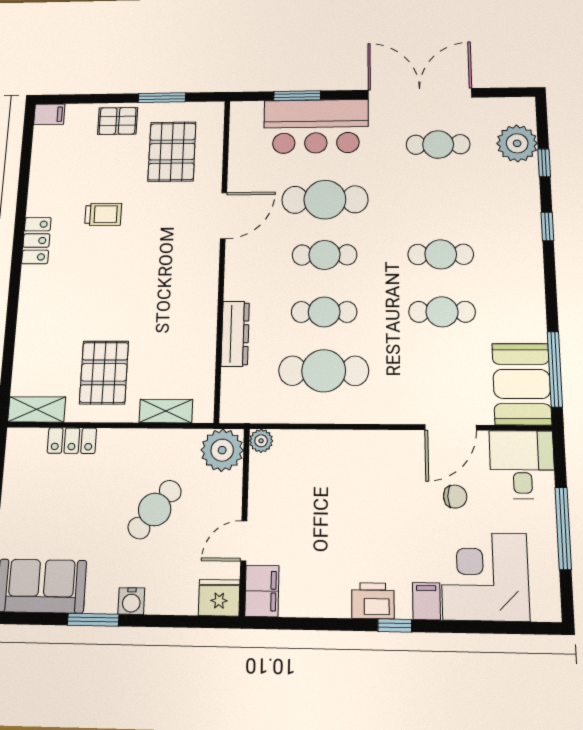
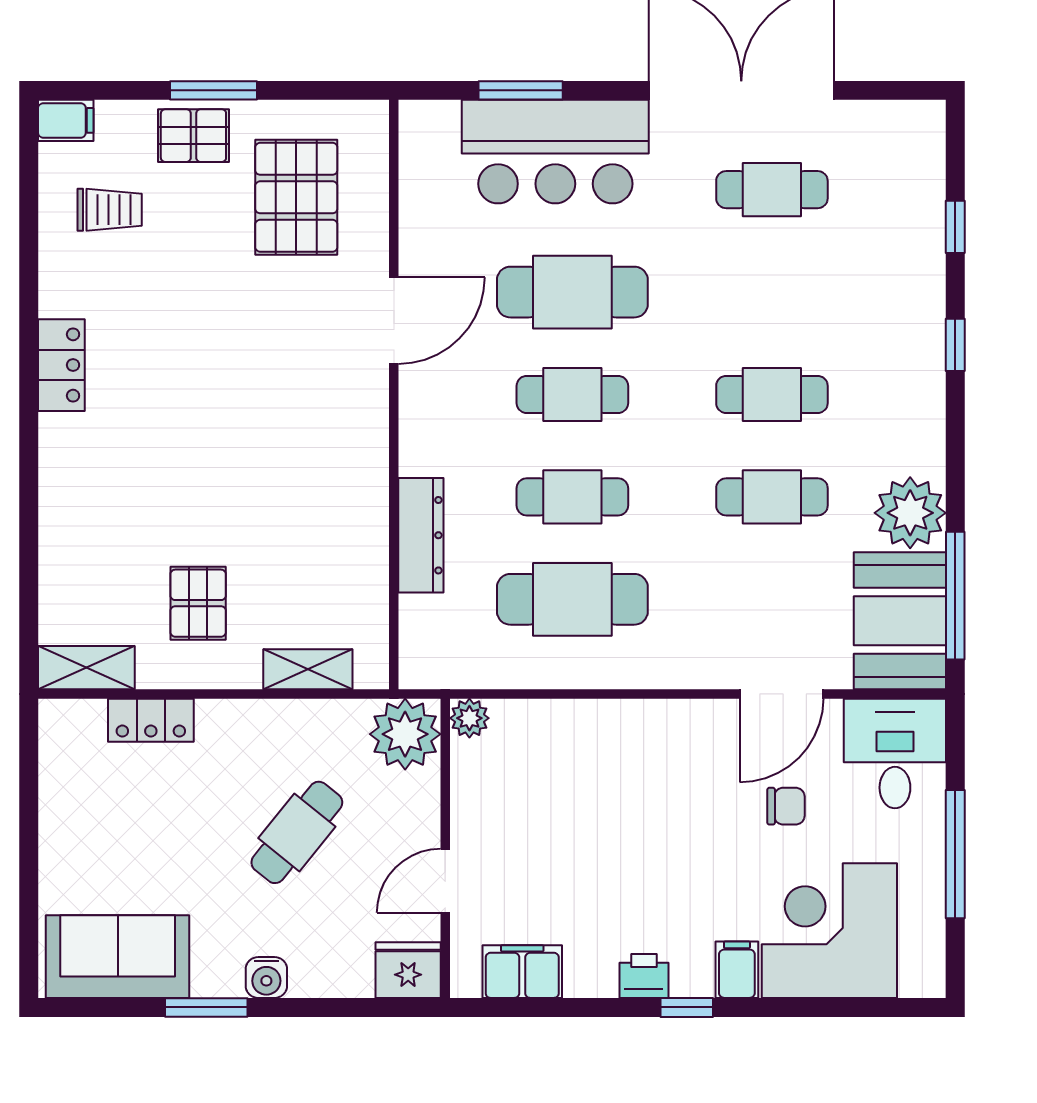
window: (162, 98) -> (214, 90), moved
plant: (517, 143) -> (910, 513), moved
trolley: (103, 214) -> (110, 210), moved
pallet: (104, 372) -> (198, 603), width x0.67, depth x0.71
filing cabinet: (262, 591) -> (522, 972), moved, turned -90
printer: (373, 601) -> (644, 976), width x0.73, depth x0.81

